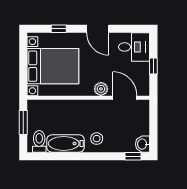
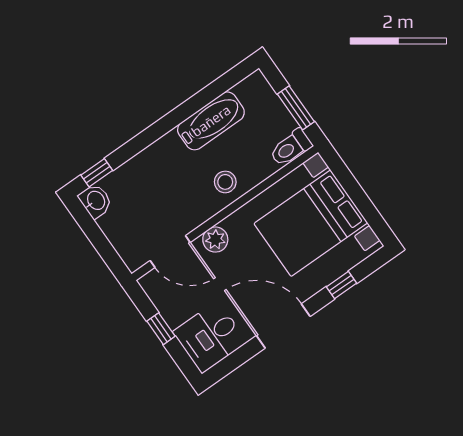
door: (98, 29) -> (283, 326), width x1.36
stool: (97, 139) -> (225, 182), moved
toilet: (39, 141) -> (291, 148), moved, turned 90

